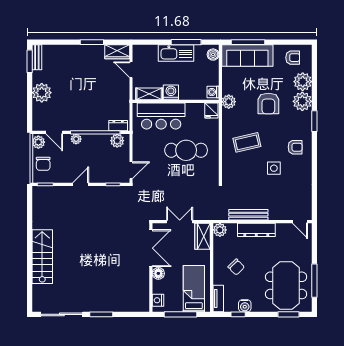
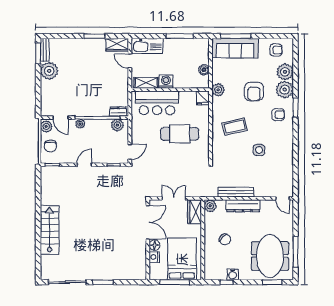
kitchen sink: (176, 53) -> (147, 46), moved
boiler: (213, 55) -> (204, 70), moved
washing machine: (213, 92) -> (204, 81), removed
plant: (42, 93) -> (49, 71), moved
armchair: (295, 147) -> (278, 115), moved
bed: (194, 289) -> (182, 259), width x1.50
tv unit: (218, 299) -> (209, 268), removed
nightstand: (158, 300) -> (154, 257), moved

